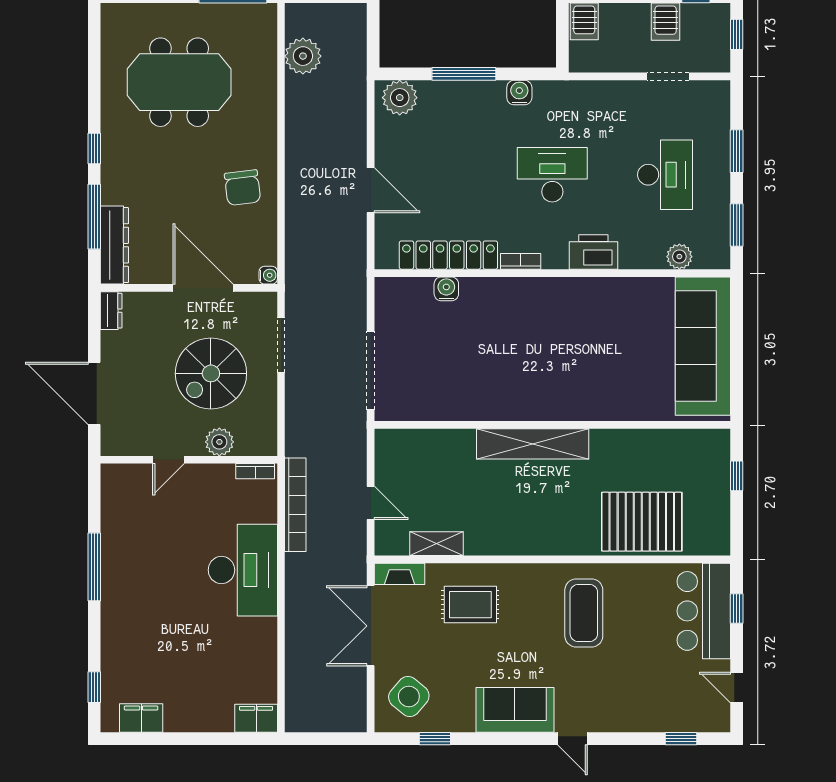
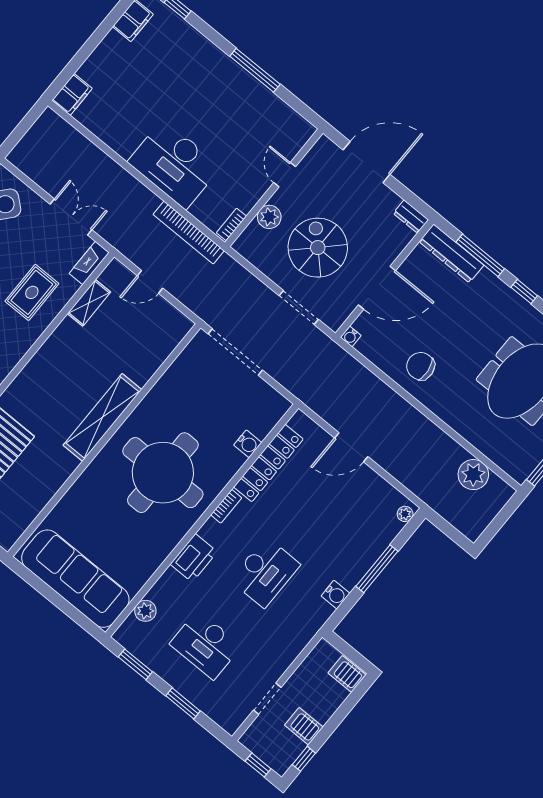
plant: (400, 98) -> (405, 514), width x0.53, depth x0.53
round table: (538, 346) -> (163, 473), added
double door: (371, 626) -> (71, 217), width x0.73

